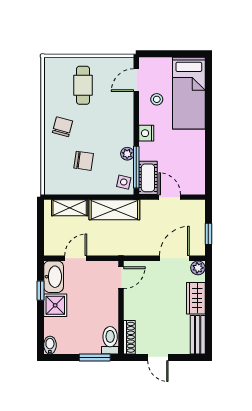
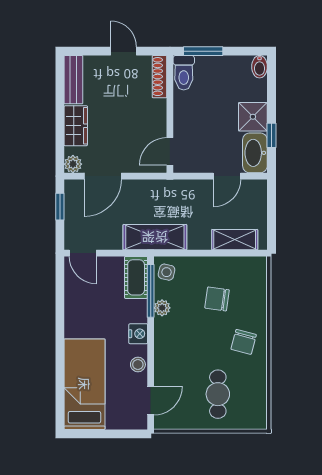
stool: (157, 99) -> (138, 365), moved
door: (170, 197) -> (83, 253), moved
shelving: (114, 210) -> (155, 237), moved

